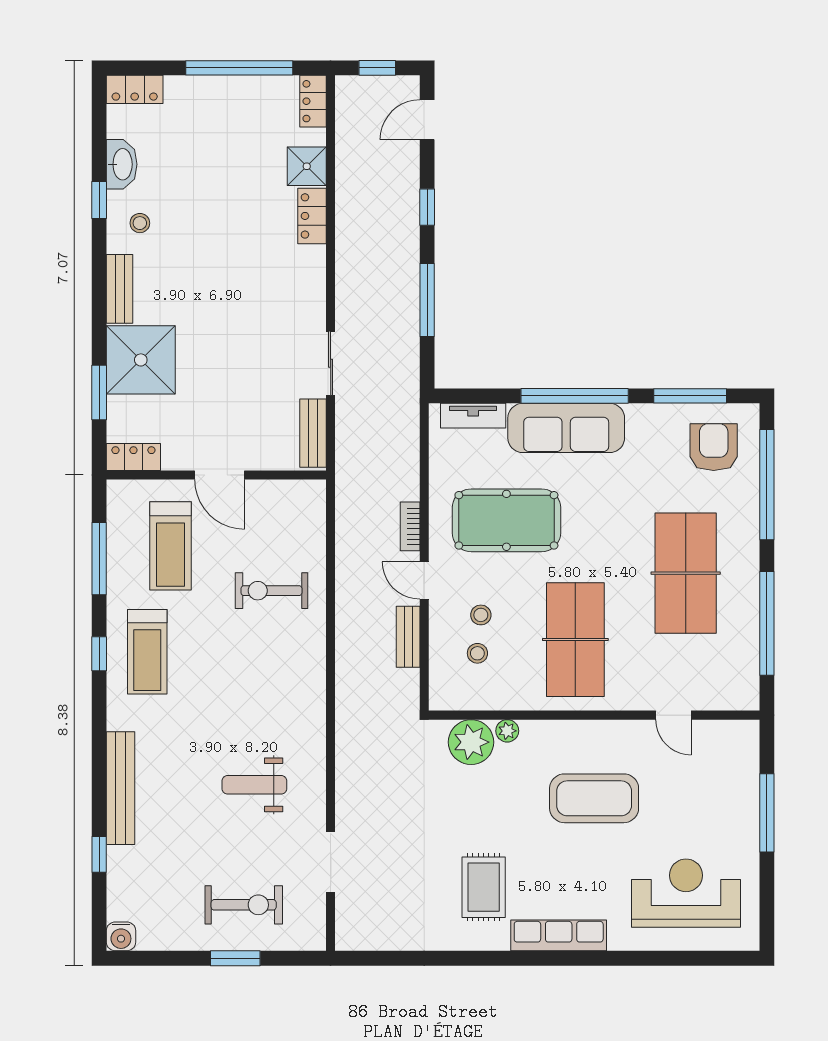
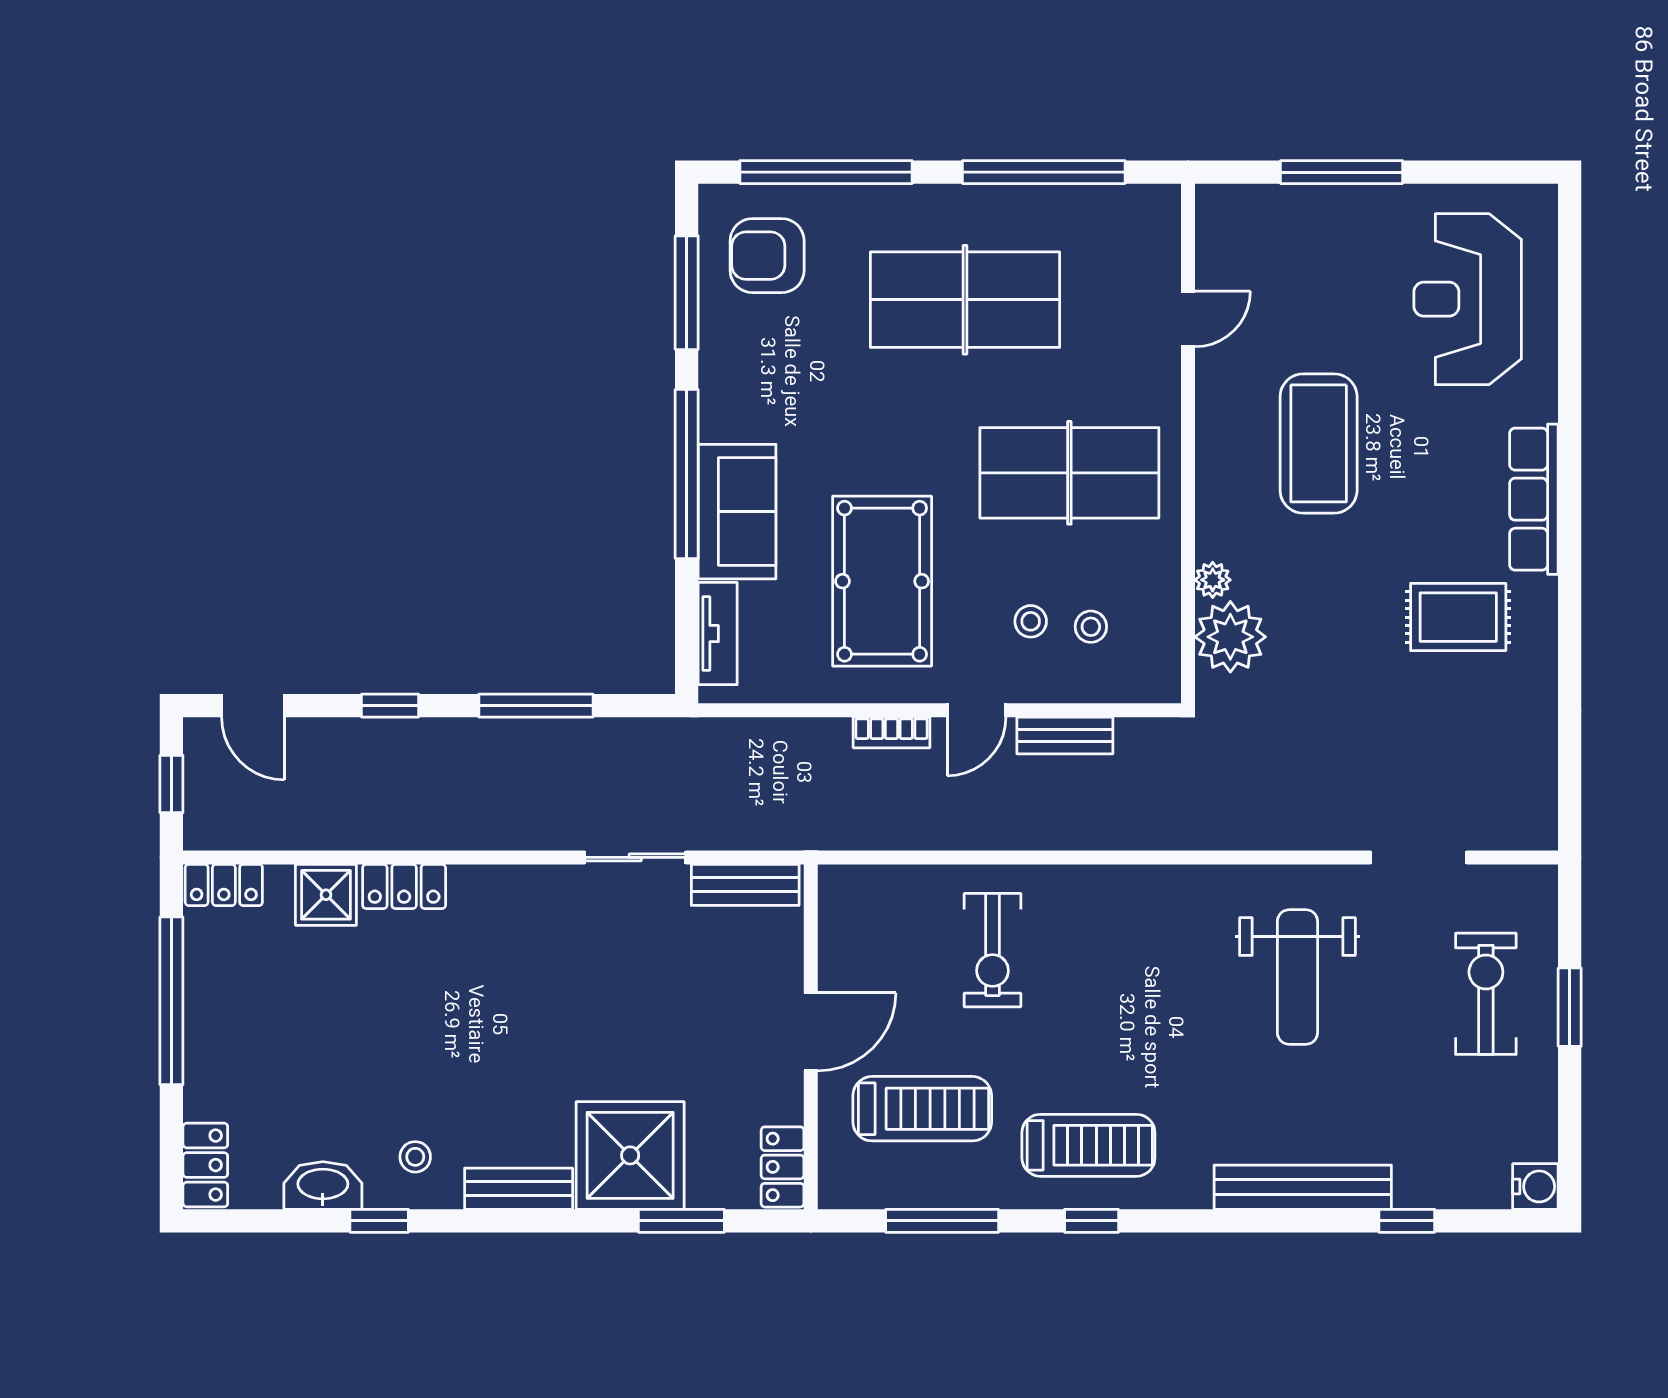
sofa: (566, 428) -> (737, 512), width x0.73
weight bench: (254, 785) -> (1297, 977), width x1.36, depth x1.33

